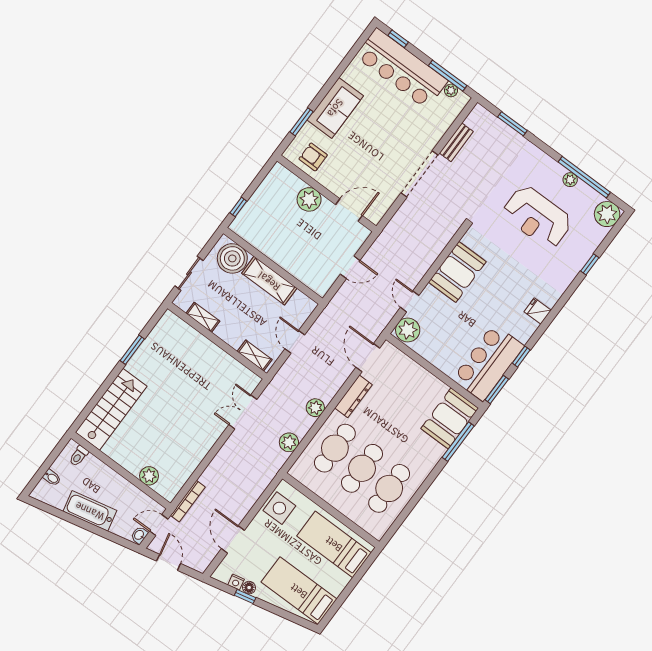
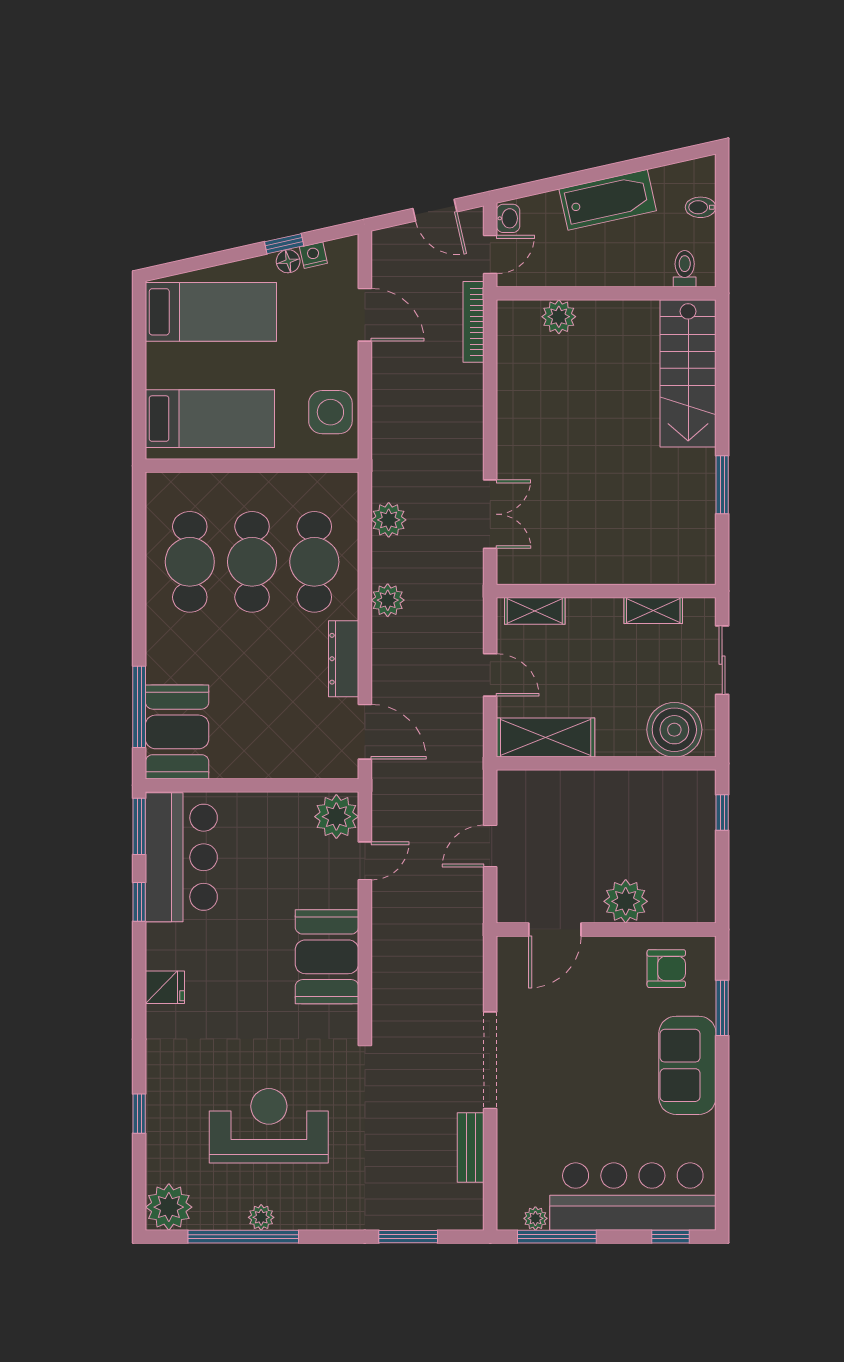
shelving: (269, 281) -> (546, 737), moved
door: (410, 301) -> (365, 861), hinge flipped

